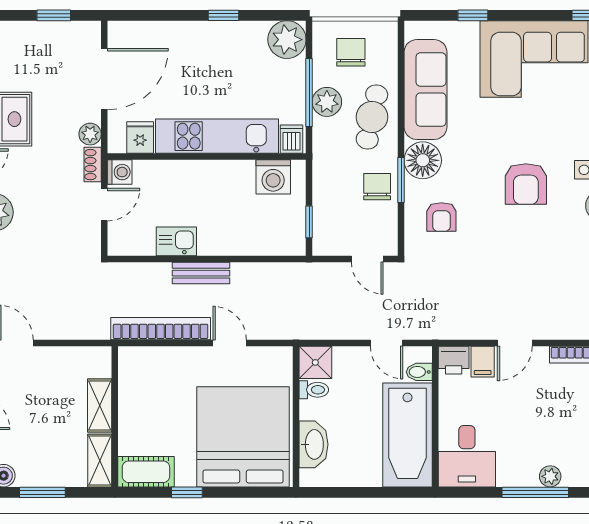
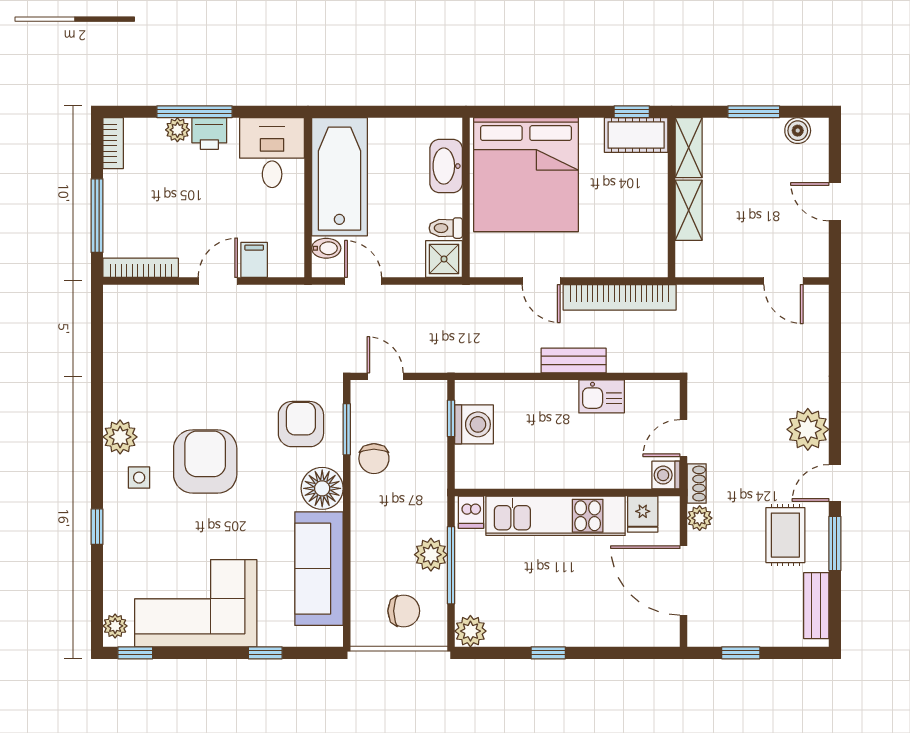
plant: (287, 40) -> (470, 631), width x0.73, depth x0.73
chair: (351, 52) -> (404, 611), turned -90
door: (104, 79) -> (683, 580), hinge flipped
cafe table: (372, 117) -> (380, 537), removed
washing machine: (273, 177) -> (474, 424), moved, turned 90
window: (401, 180) -> (347, 429), moved
armchair: (526, 184) -> (205, 461), width x1.36, depth x1.36
armchair: (441, 217) -> (301, 424), width x1.38, depth x1.38
printer: (454, 360) -> (209, 133), moved, turned 180
window: (187, 492) -> (632, 112), moved

